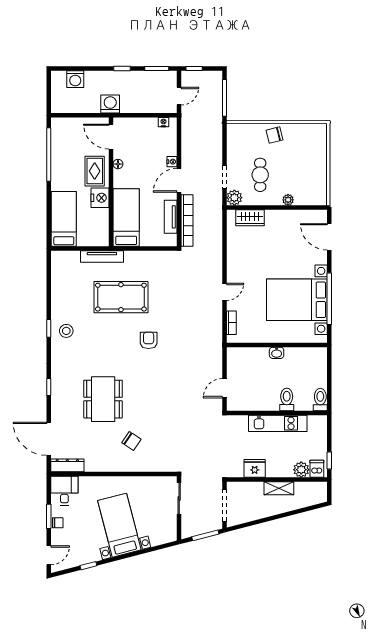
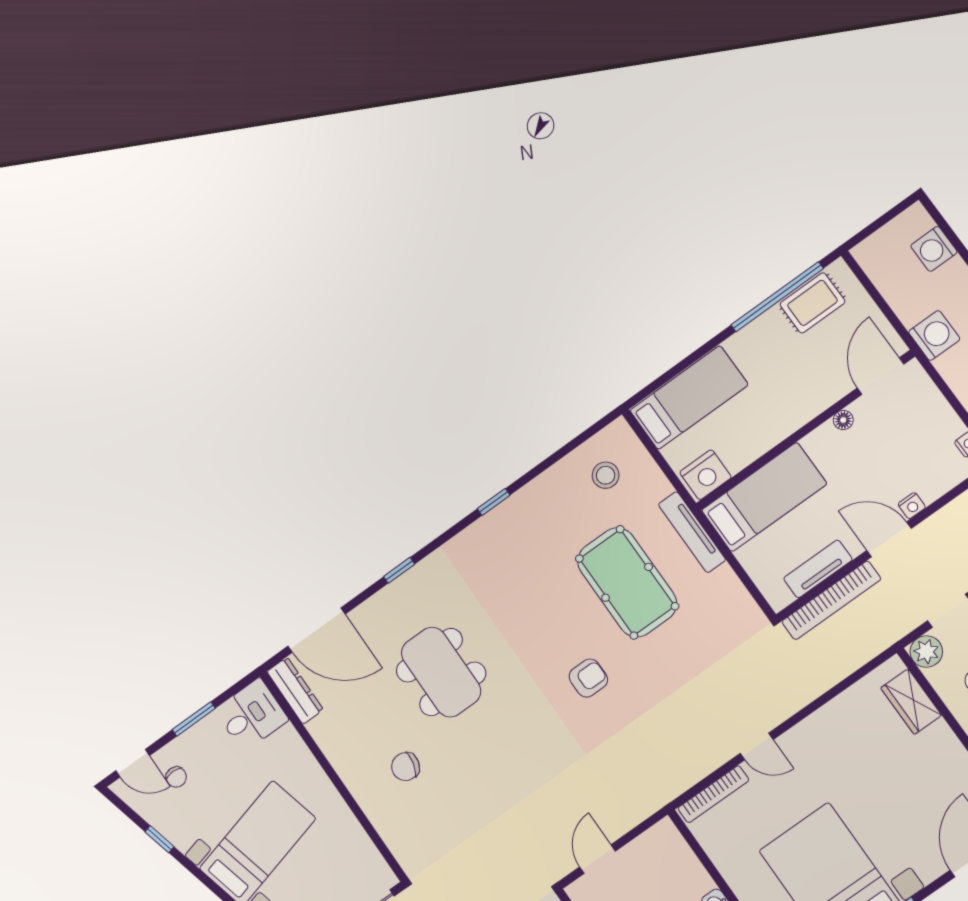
rug: (95, 171) -> (812, 303), moved
nightstand: (100, 198) -> (705, 475), moved
tv unit: (102, 256) -> (692, 532), moved
bookcase: (231, 323) -> (713, 794), width x1.56
stool: (66, 331) -> (606, 475), moved
door: (224, 388) -> (598, 859), hinge flipped
dining table: (103, 399) -> (441, 672), turned 90
door: (49, 439) -> (317, 630), swing flipped
chair: (131, 441) -> (406, 767), turned 70
chair: (58, 523) -> (176, 777), moved

